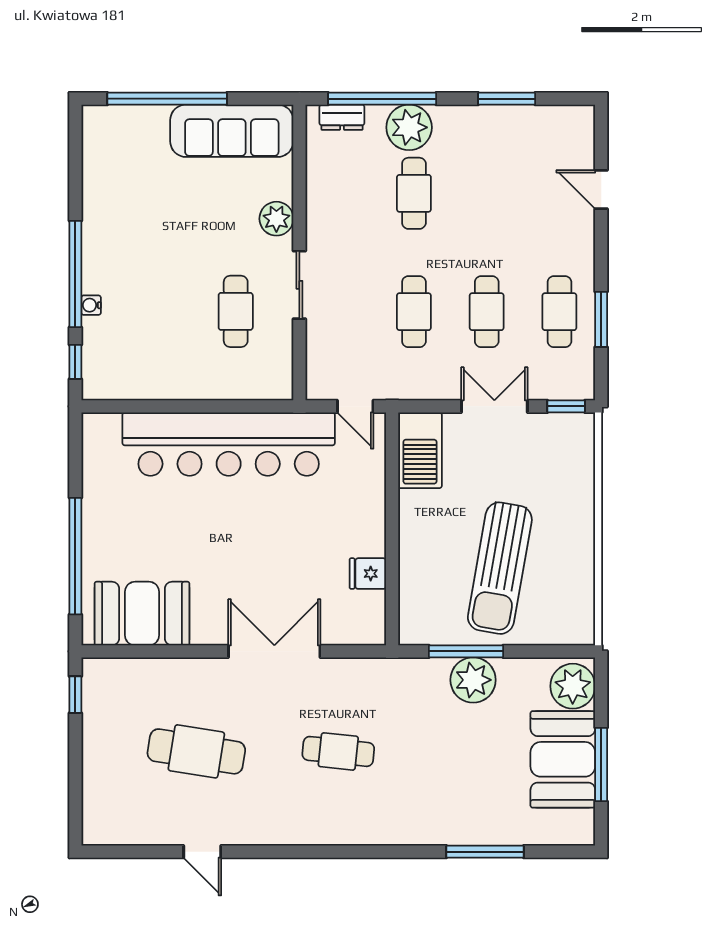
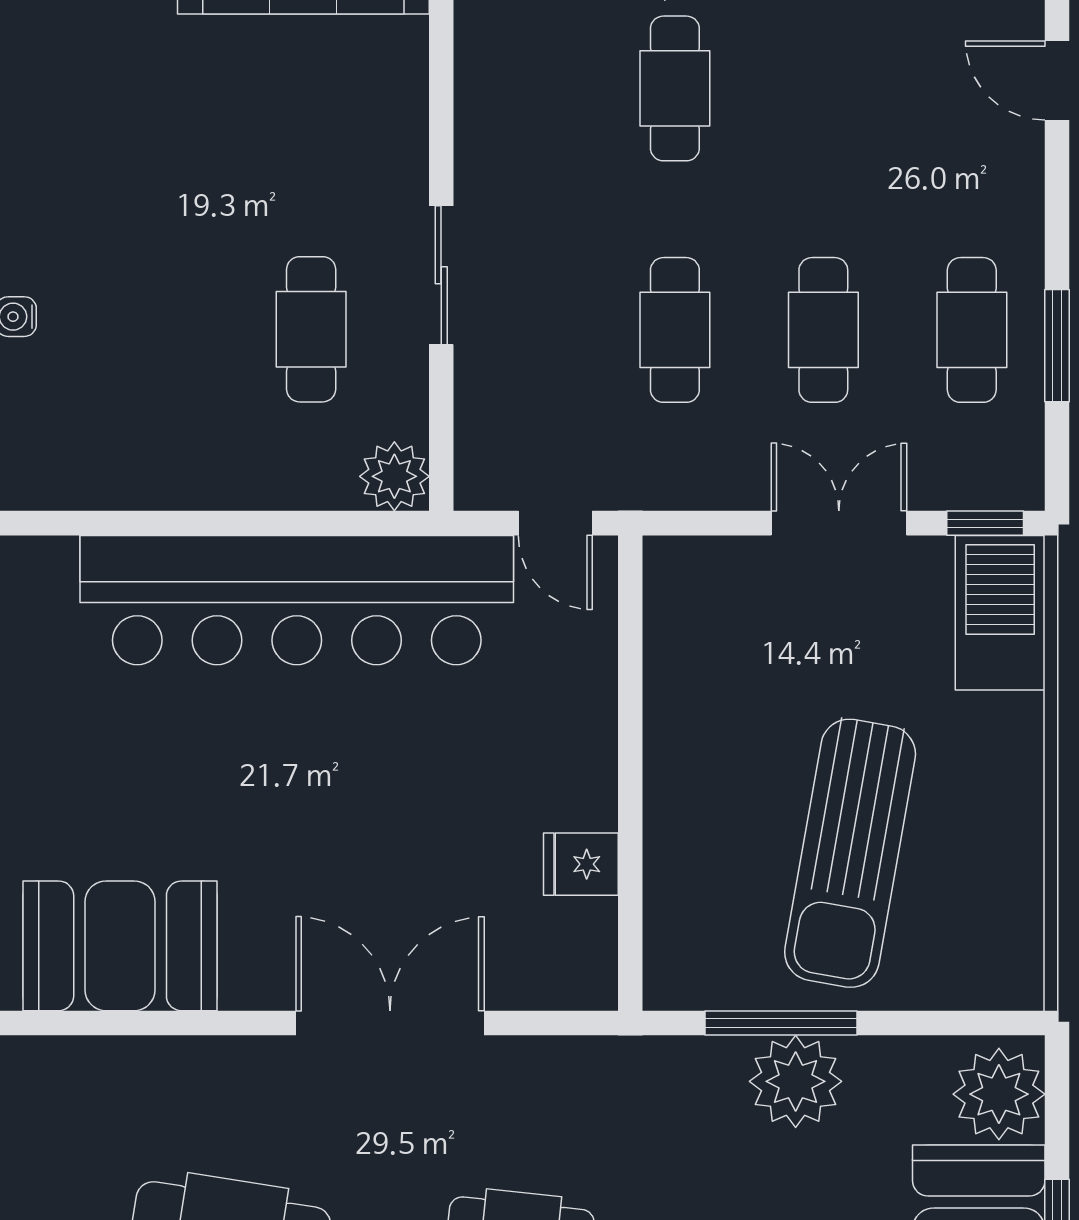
plant: (276, 219) -> (394, 476), moved
barbecue: (420, 450) -> (1000, 613), moved, turned 180

